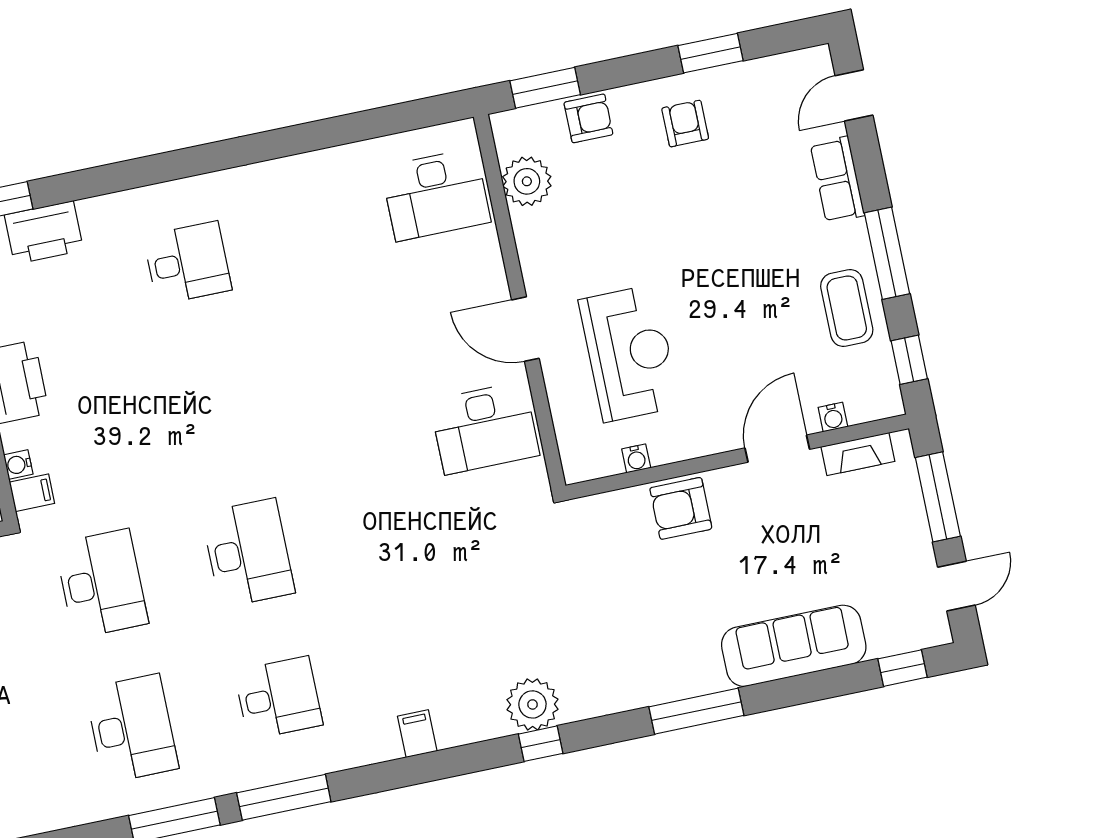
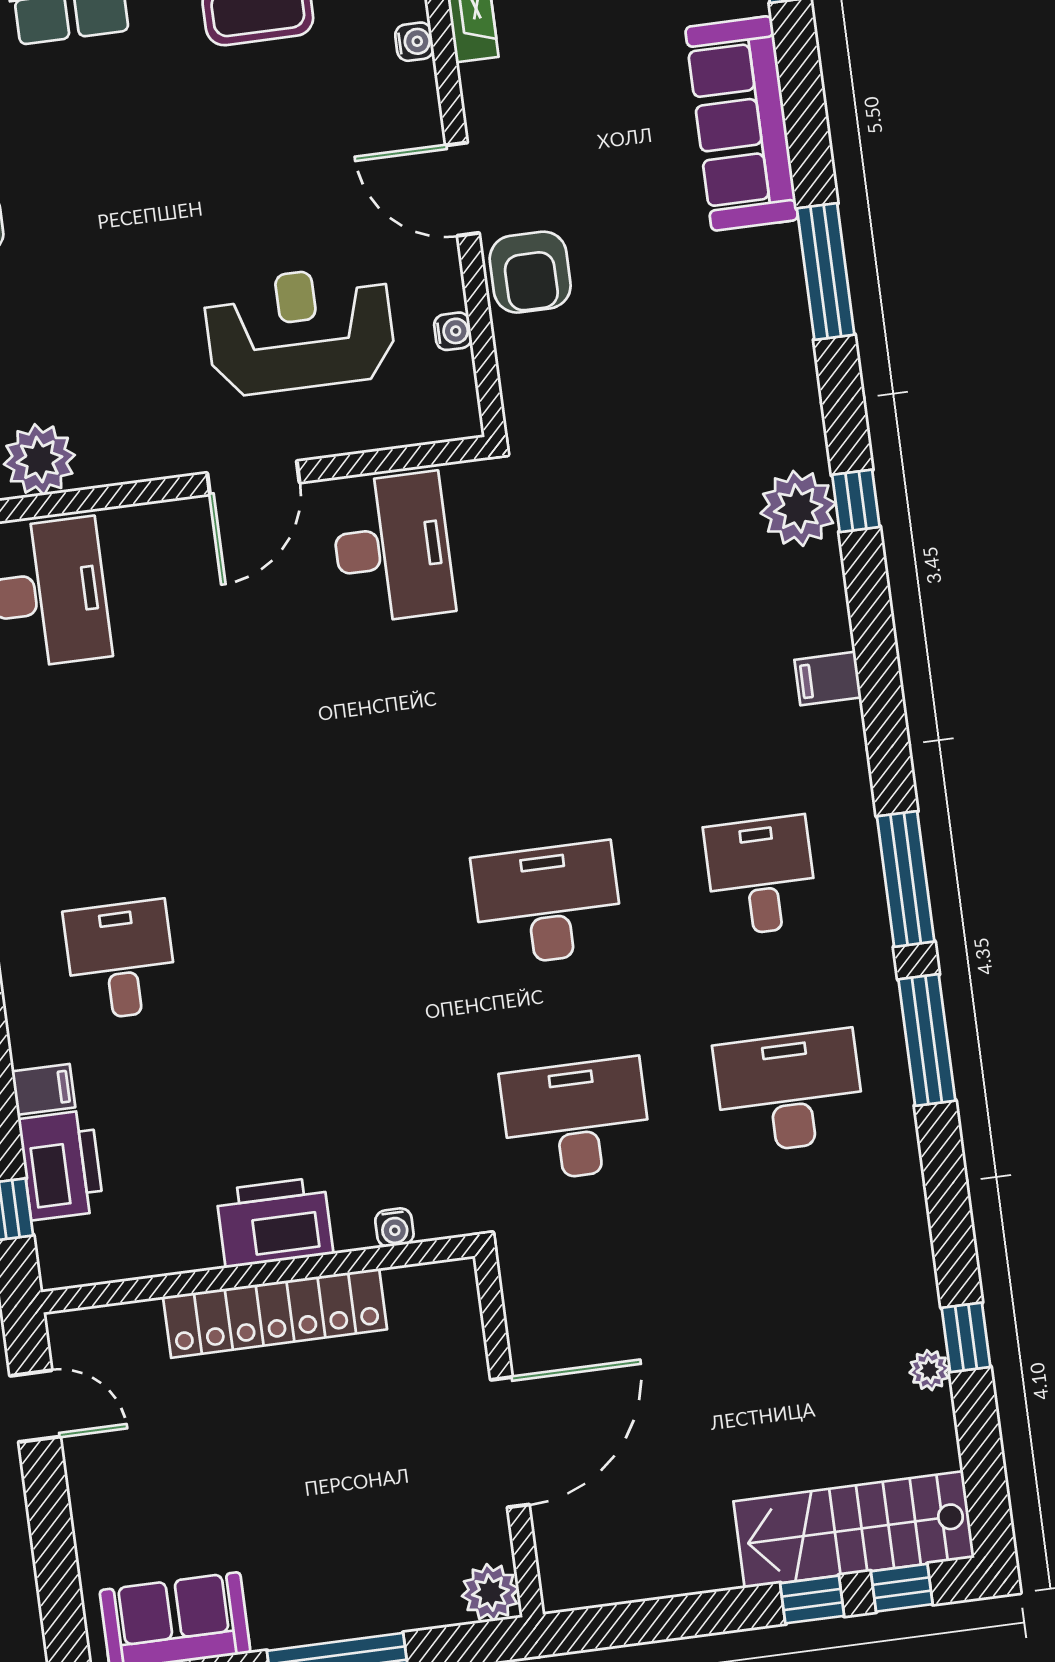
door: (777, 449) -> (462, 189), moved
filing cabinet: (32, 493) -> (43, 1089), moved, turned 90

